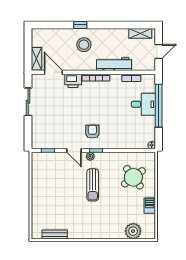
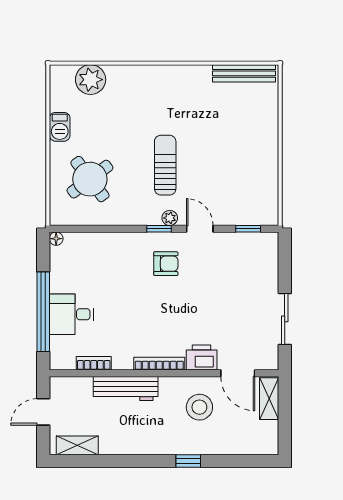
stool: (84, 45) -> (199, 407), moved
armchair: (92, 132) -> (166, 264), turned -90
bench: (55, 235) -> (244, 73), width x1.36

